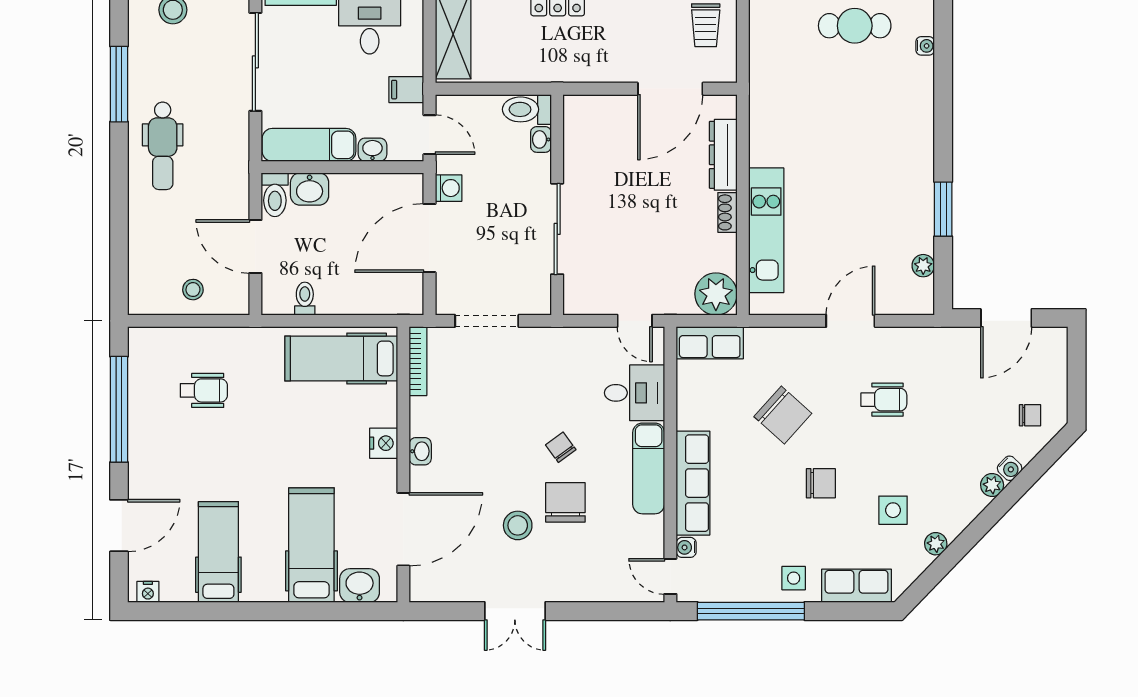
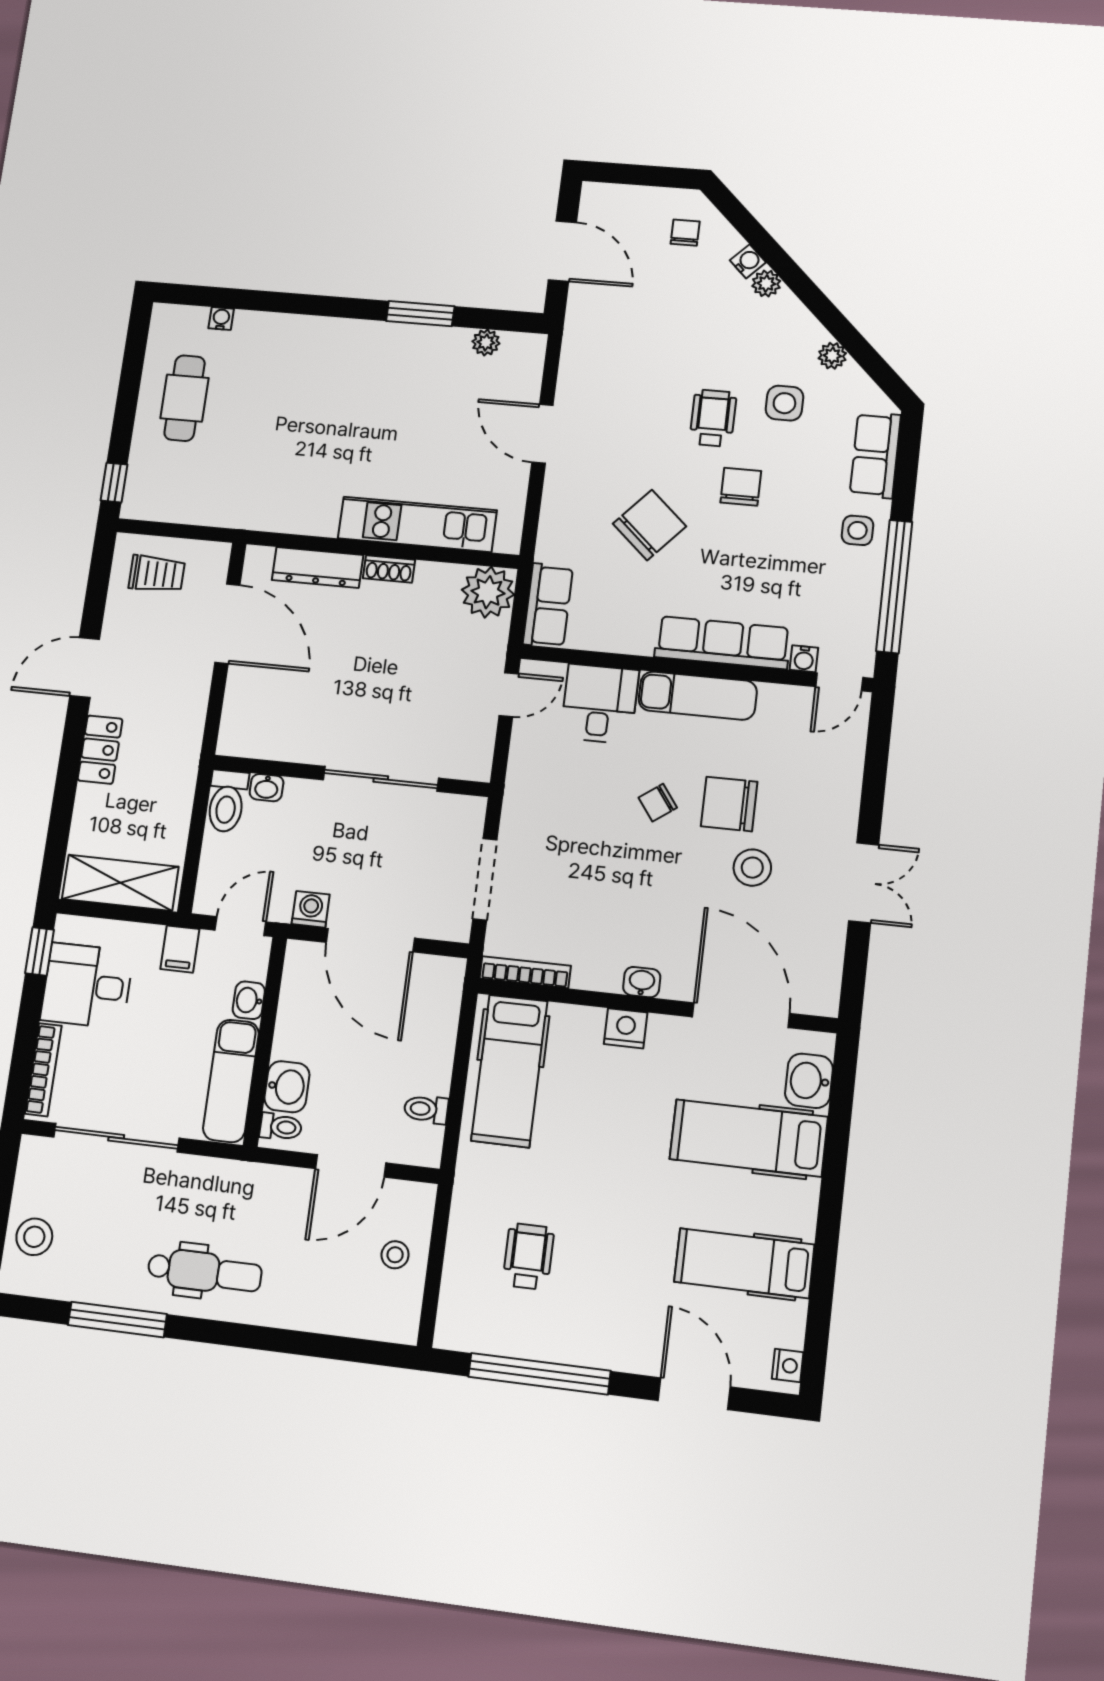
toilet: (275, 195) -> (281, 1127), width x0.73, depth x0.72
wheelchair: (884, 400) -> (713, 418), moved

